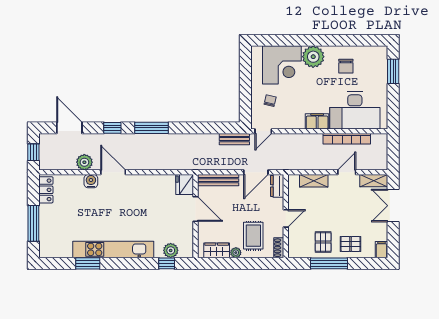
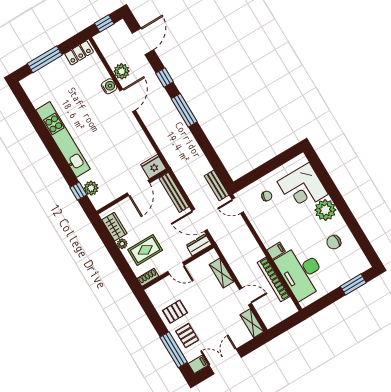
filing cabinet: (317, 121) -> (276, 251), width x0.50
double door: (393, 206) -> (225, 361), moved
window: (88, 263) -> (39, 125), removed
window: (329, 263) -> (174, 350), moved

